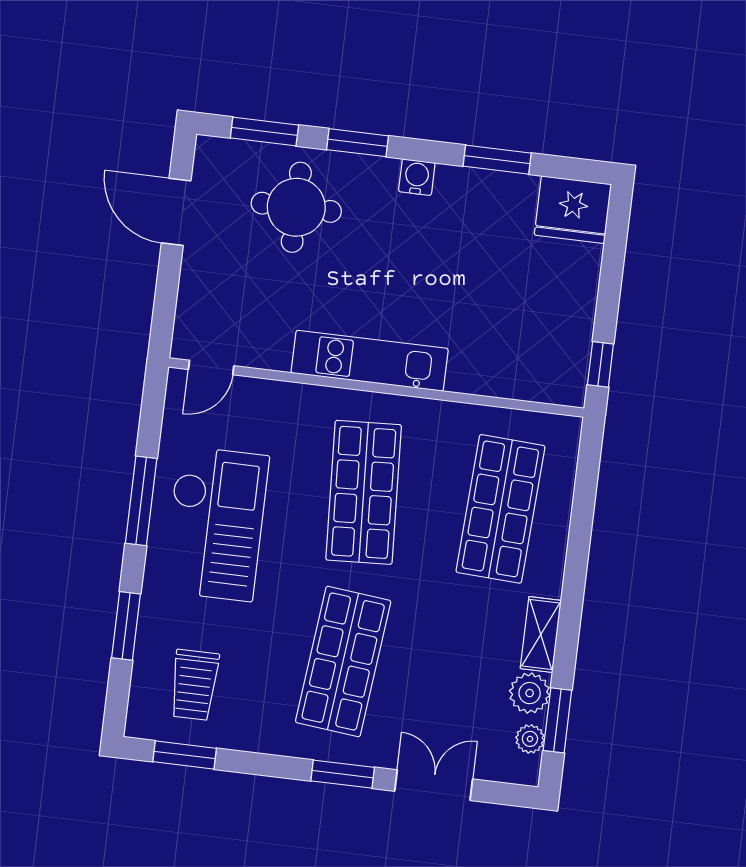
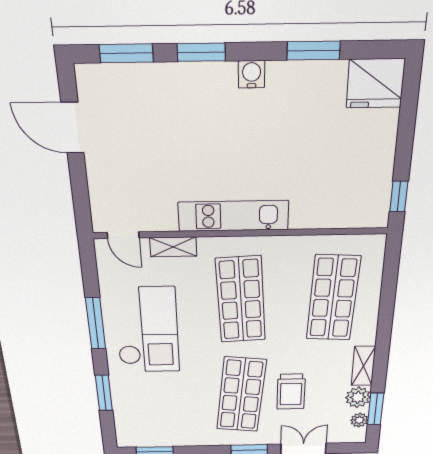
round table: (296, 207) -> (162, 112), removed
door: (211, 368) -> (123, 235), hinge flipped
shelving: (278, 395) -> (173, 247), added
trolley: (194, 685) -> (291, 392), moved

